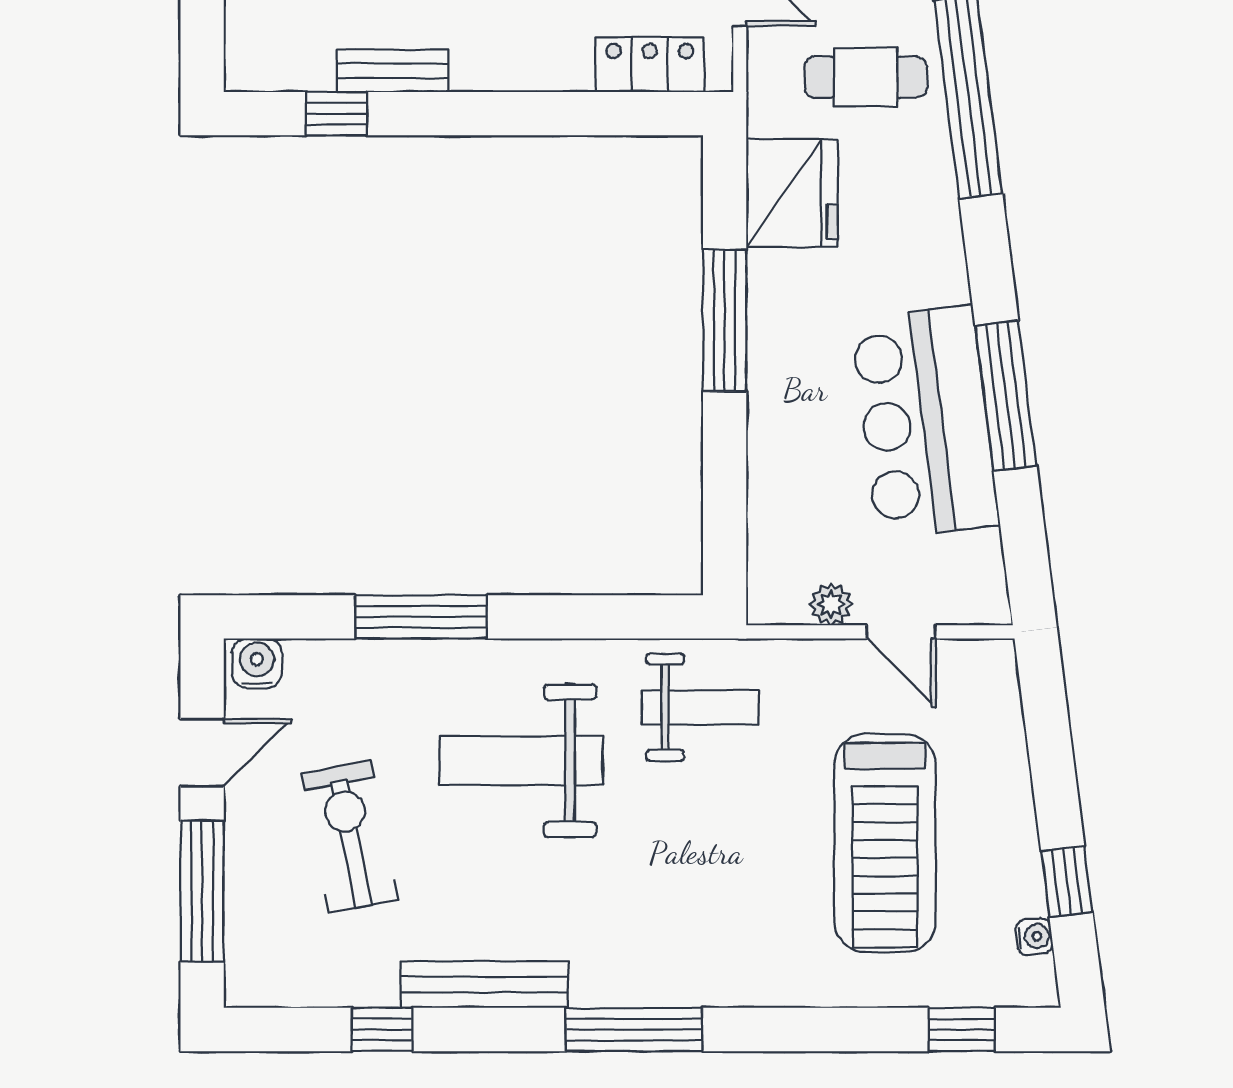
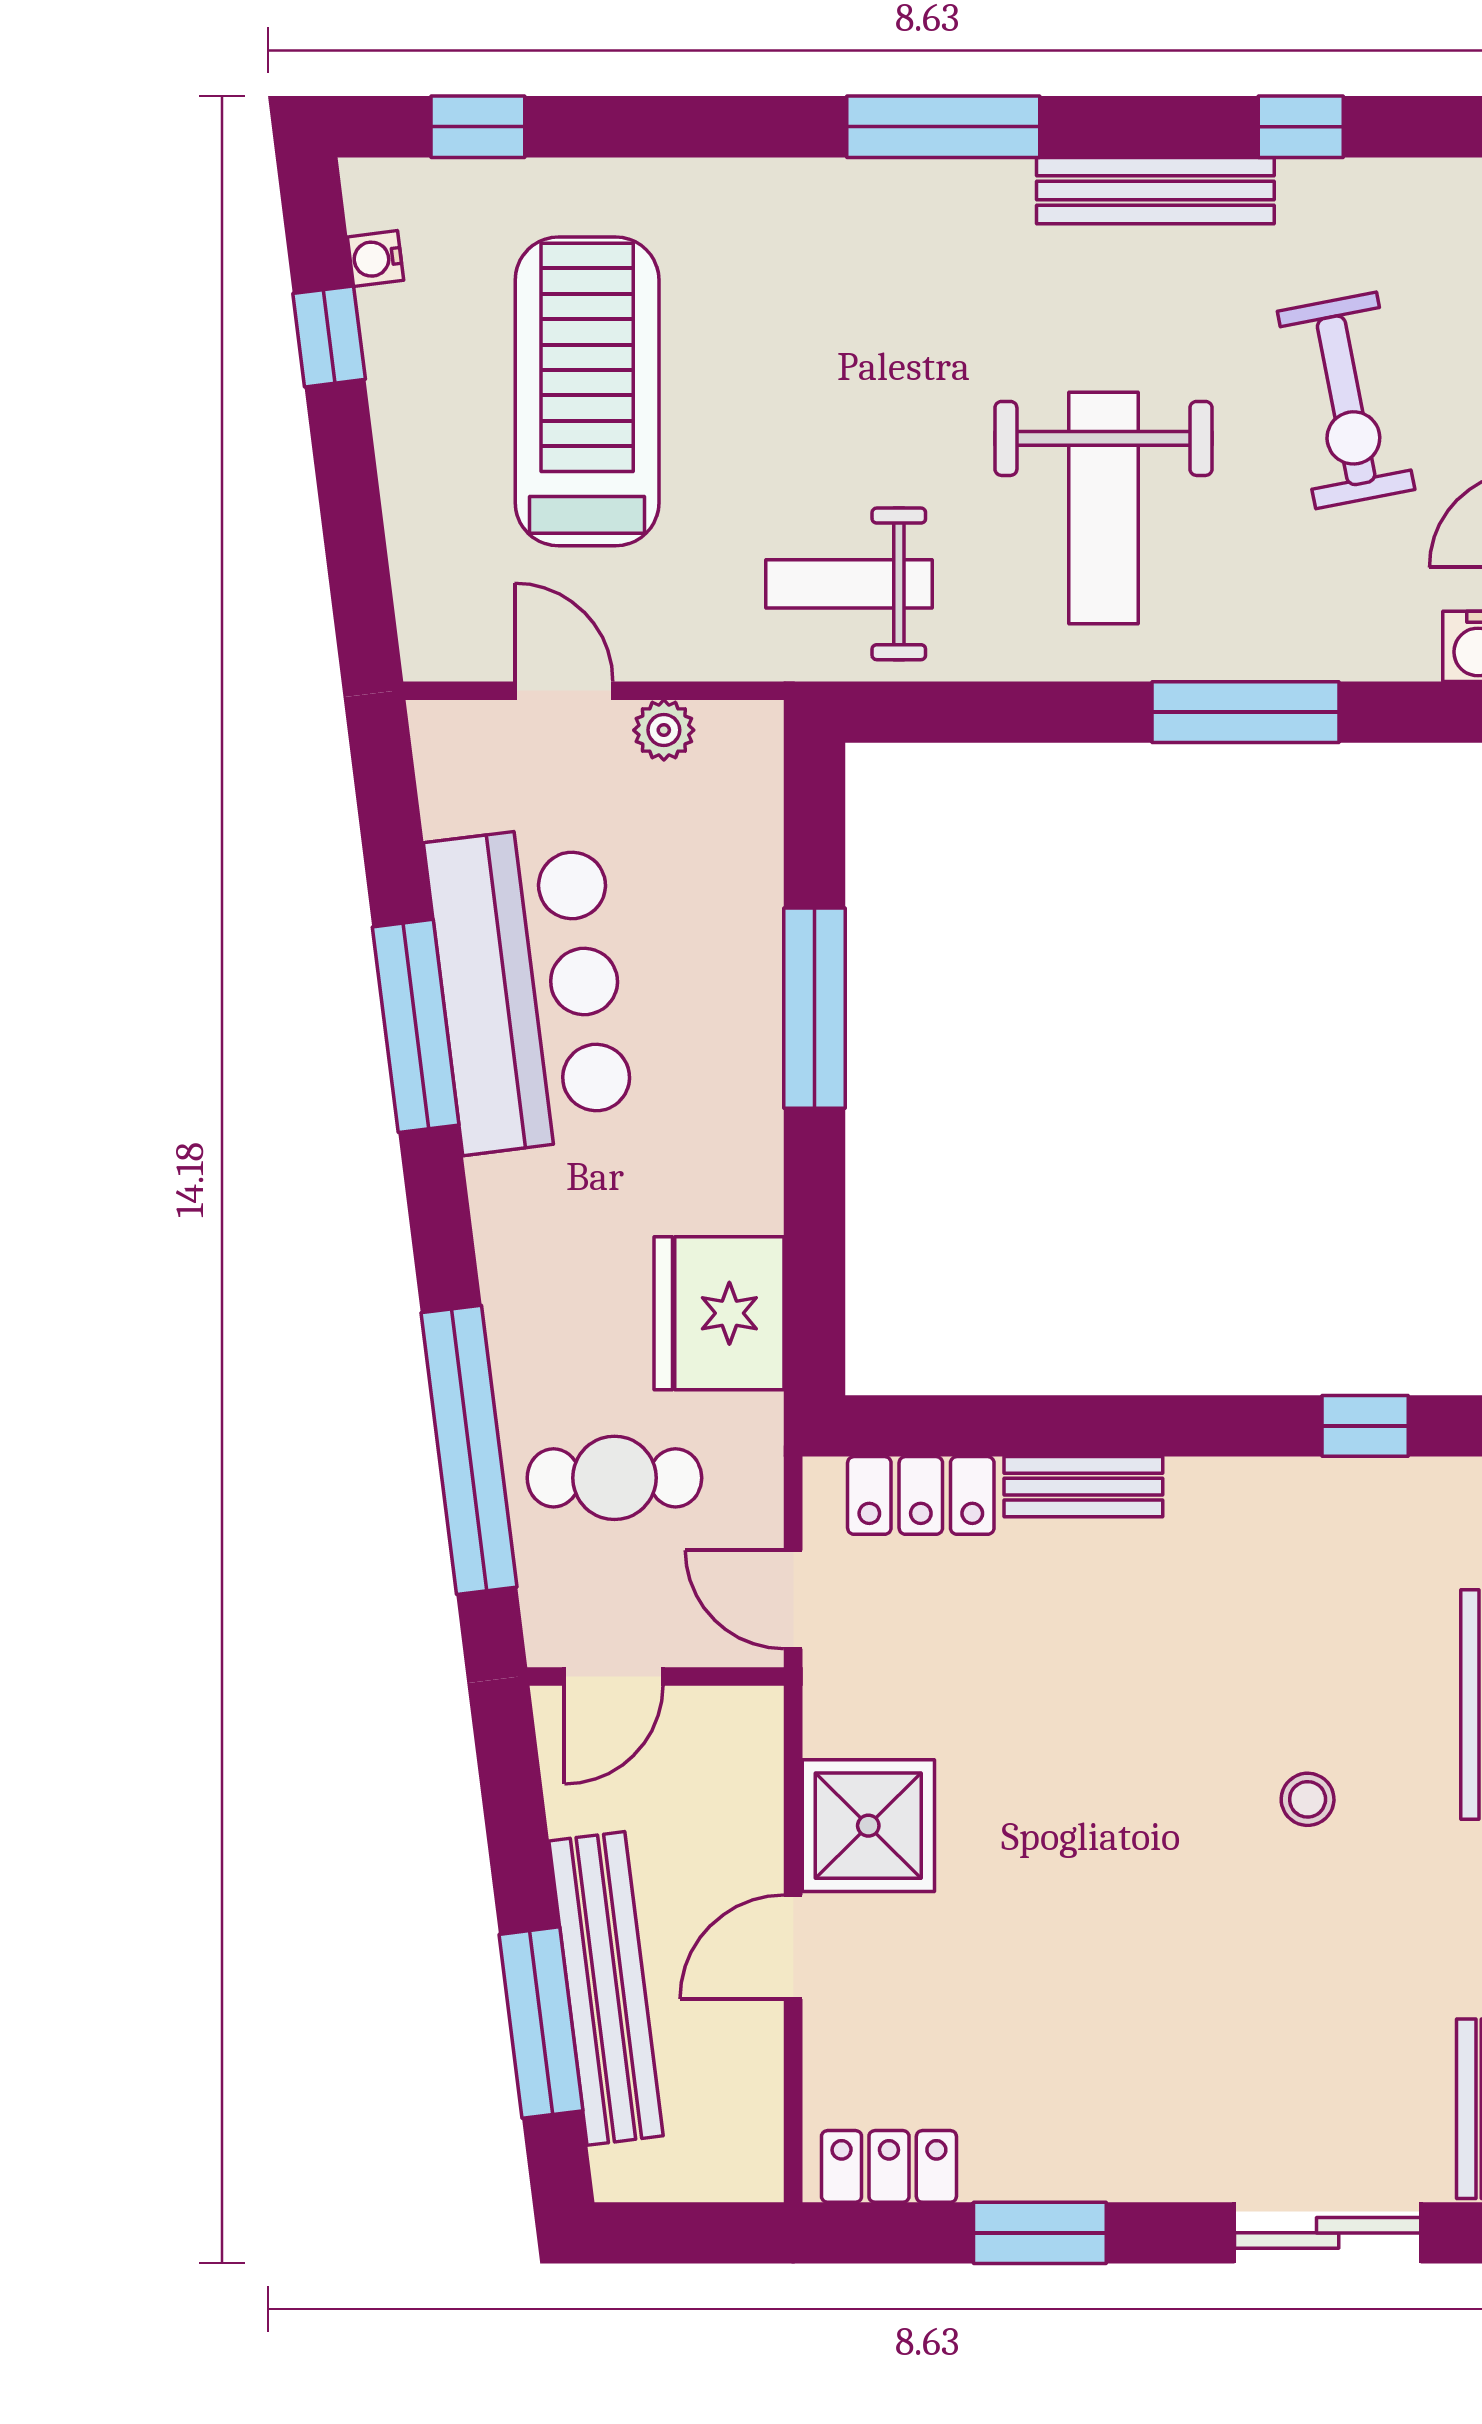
bench: (393, 71) -> (1083, 1487), moved
window: (725, 321) -> (815, 1008), moved
weight bench: (521, 761) -> (1103, 508), turned 90

